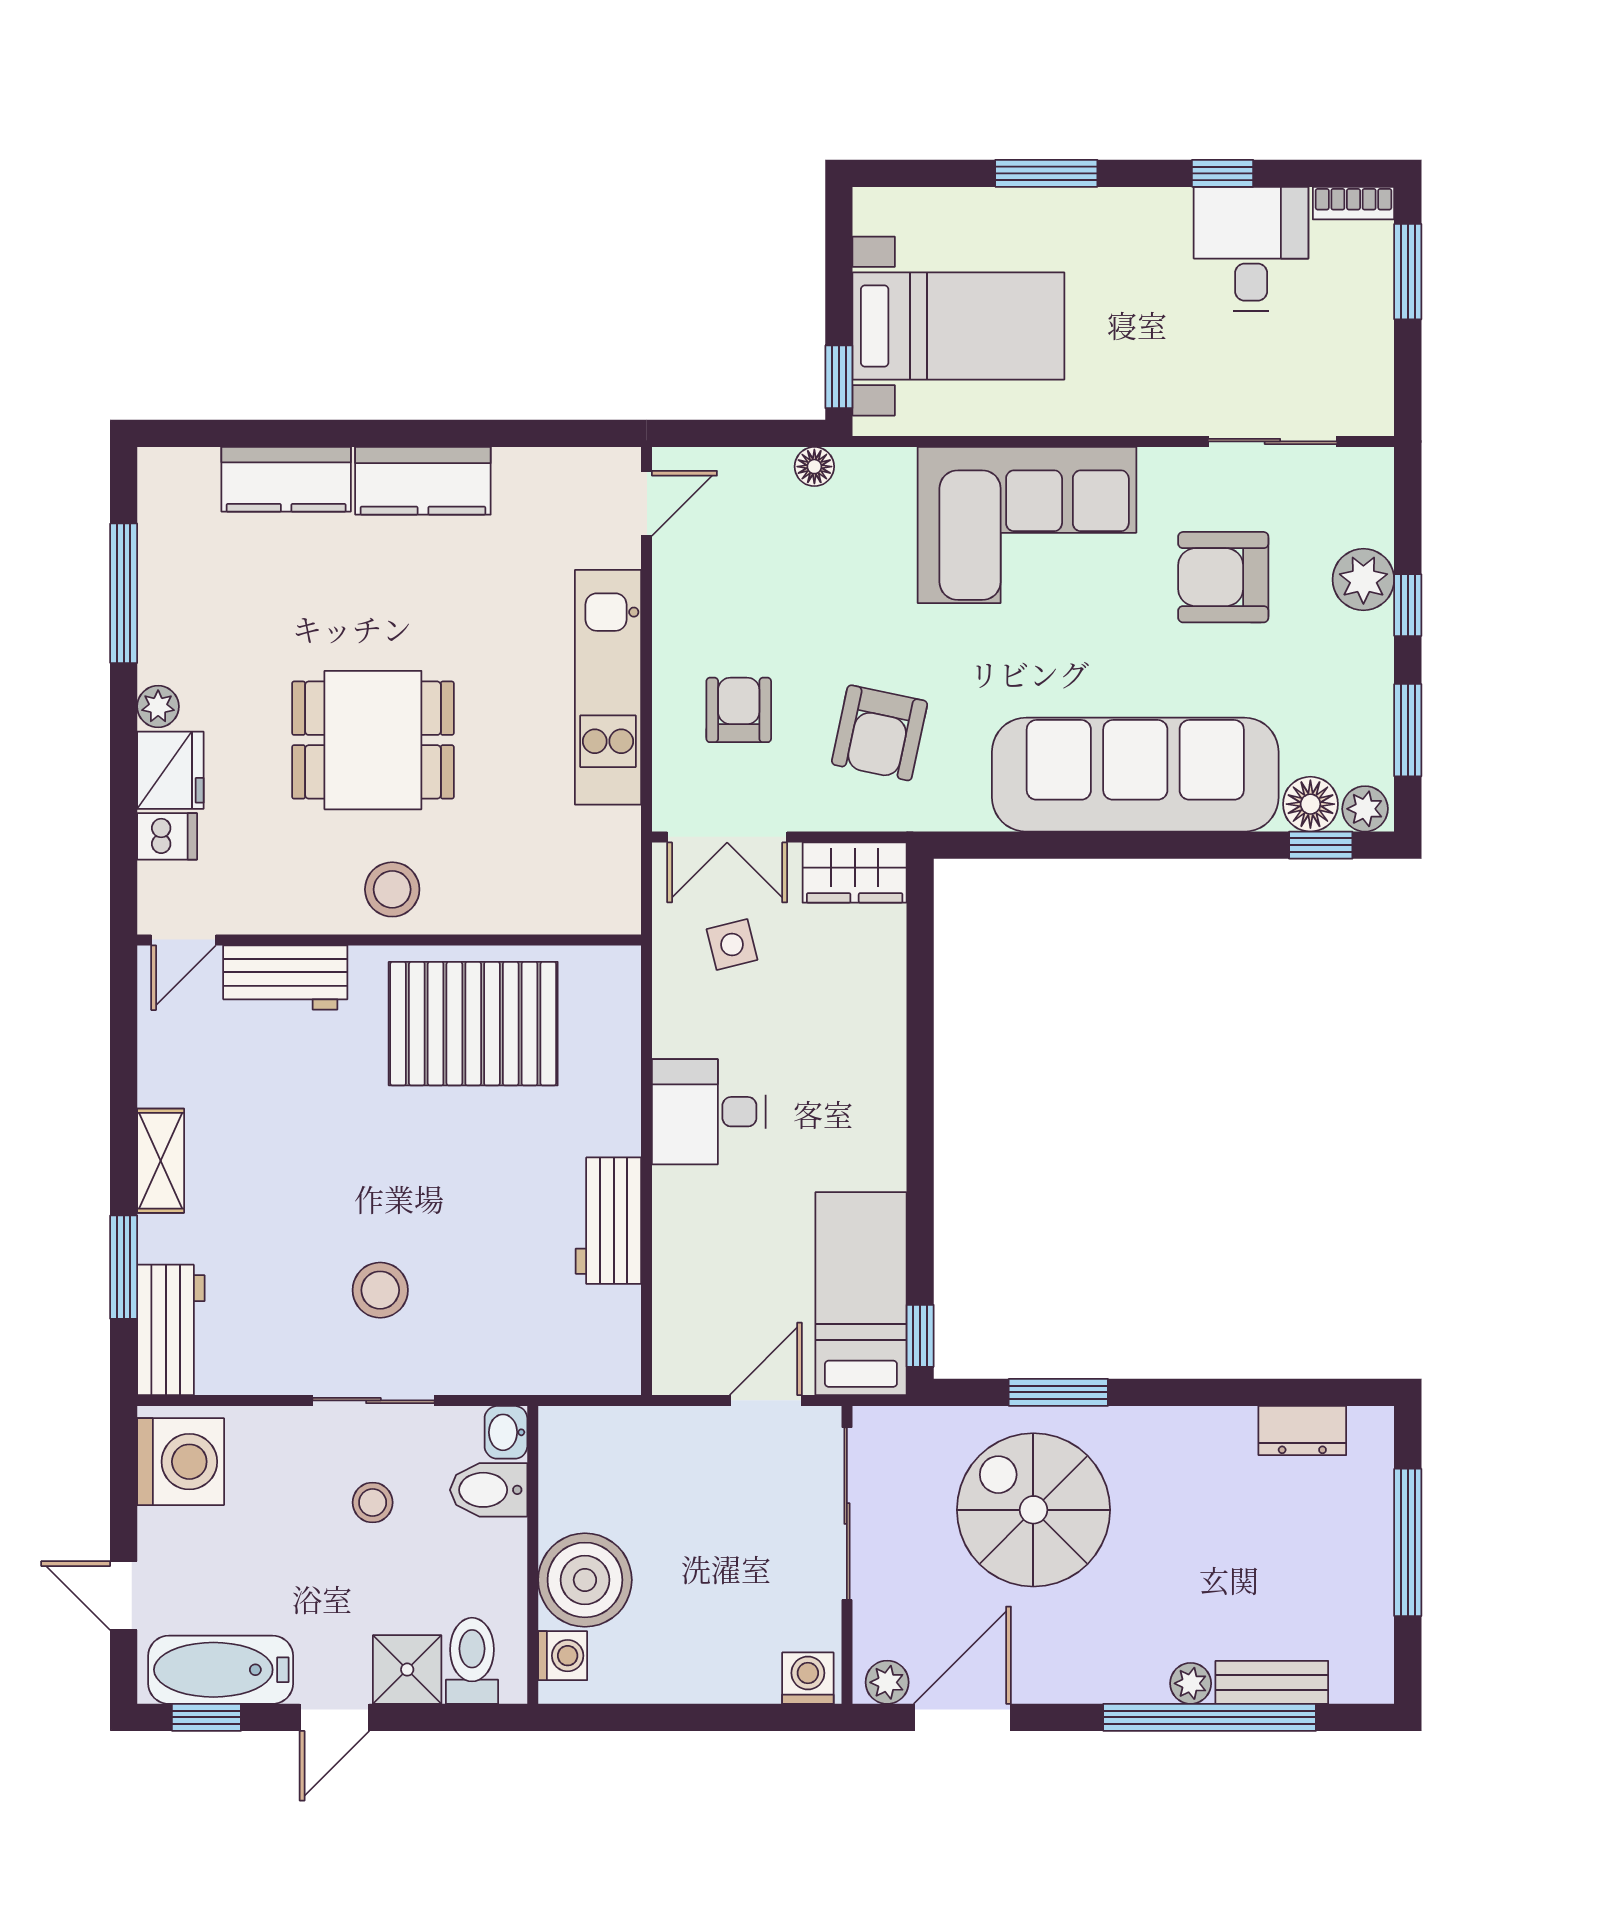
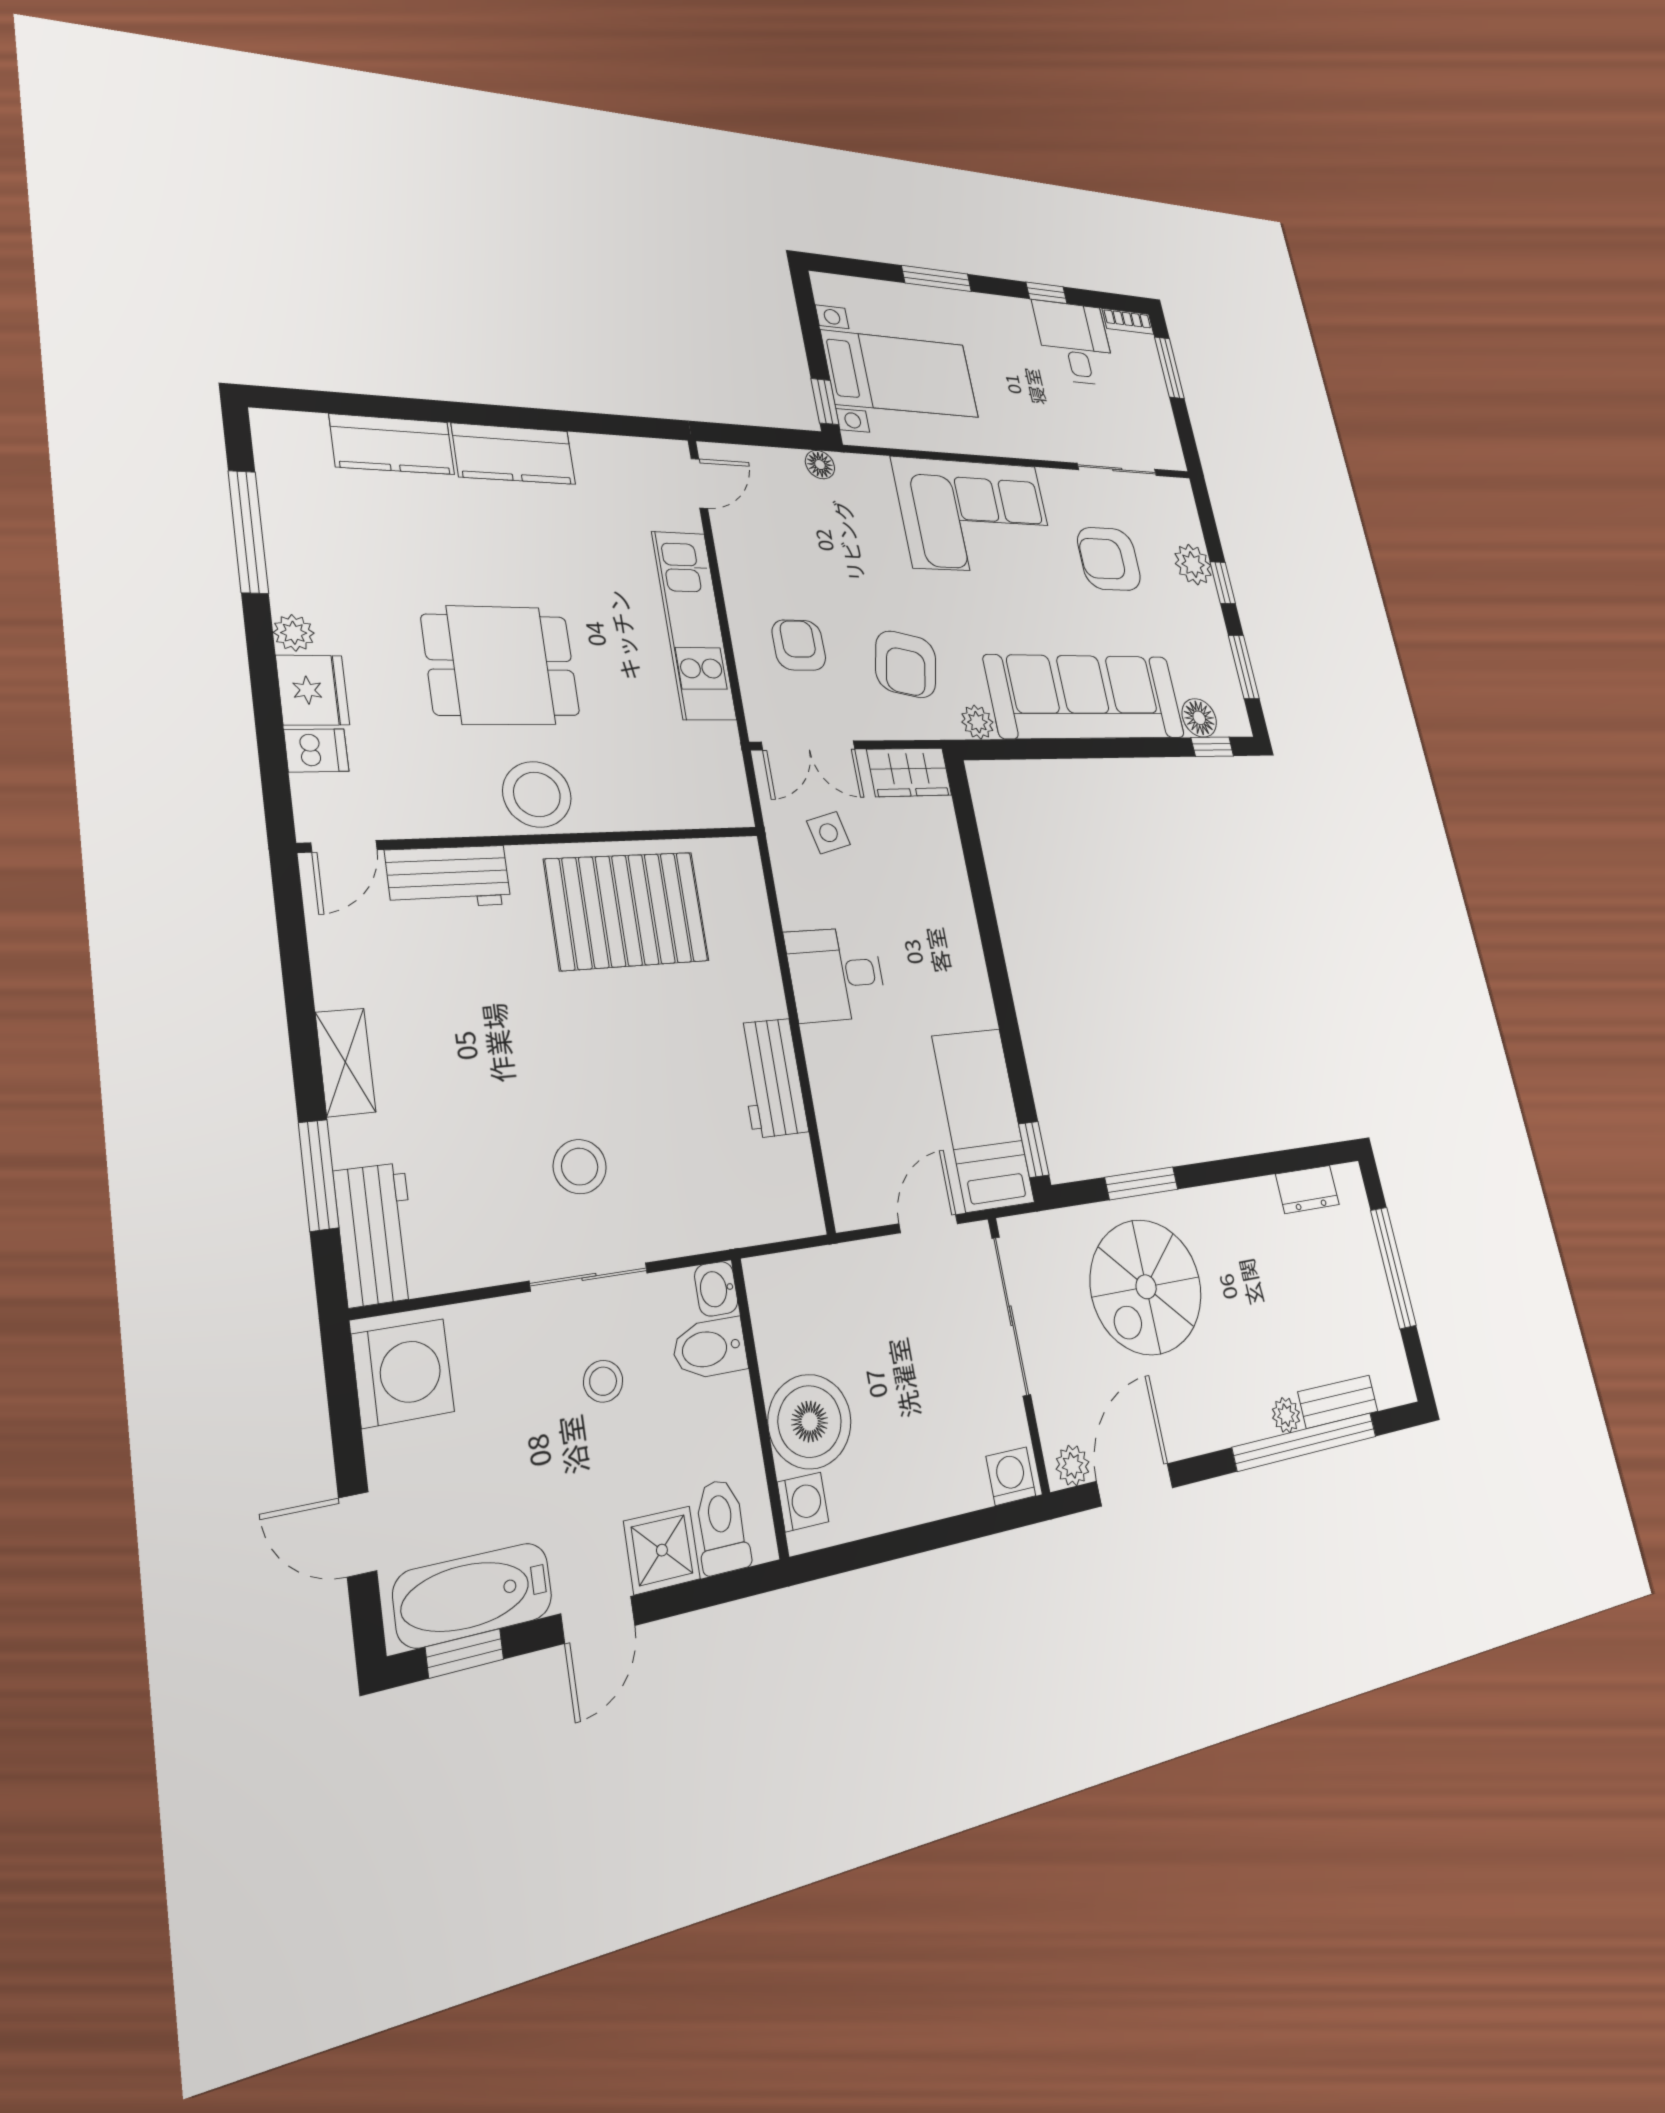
plant: (1365, 809) -> (977, 722), moved
stool: (392, 889) -> (537, 794), width x1.38, depth x1.38
spiral stairs: (1033, 1510) -> (1146, 1287), turned -90

